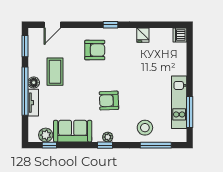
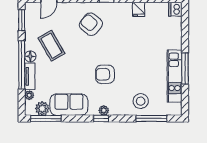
armchair: (95, 50) -> (91, 24), turned -141
coffee table: (55, 72) -> (51, 46), turned -30
window: (190, 112) -> (185, 69), moved
plant: (33, 122) -> (29, 95), added
window: (49, 145) -> (46, 118), width x2.17

